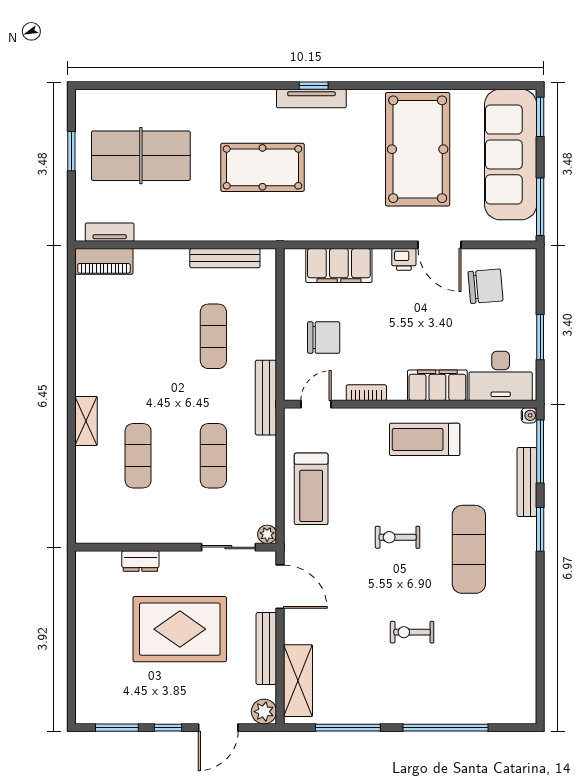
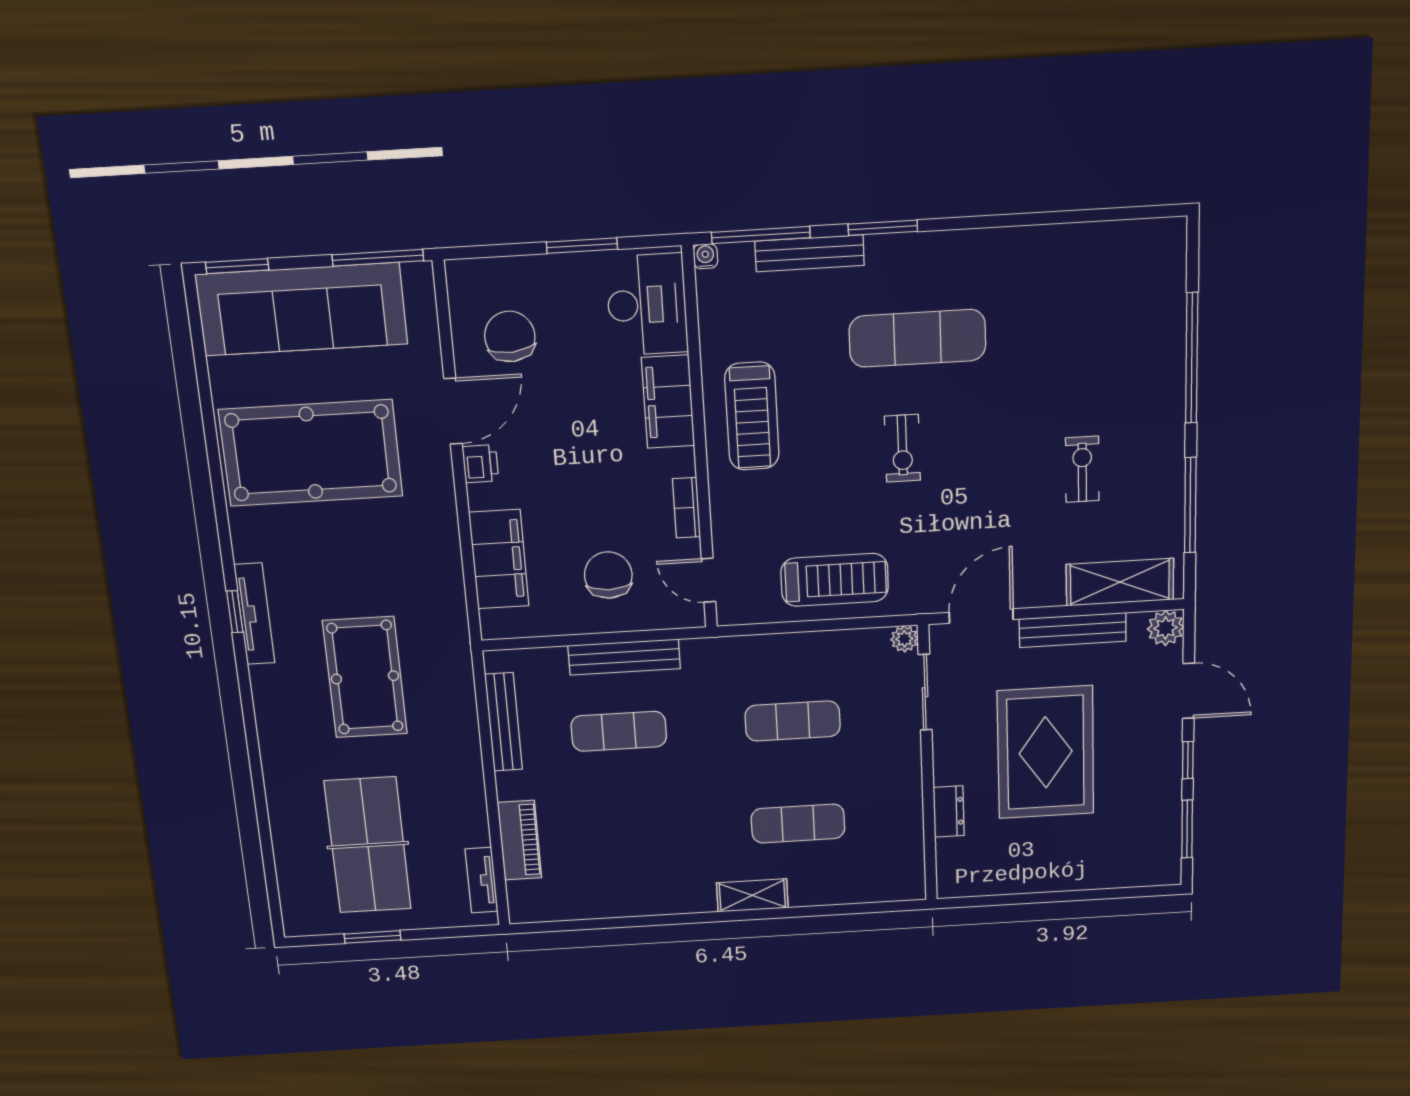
piano: (104, 261) -> (520, 840), moved
bench: (266, 398) -> (624, 657), moved
exercise bike: (412, 632) -> (1082, 469), moved, turned 180

